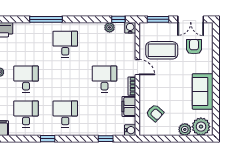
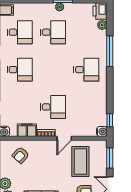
plant: (110, 27) -> (102, 25), moved

